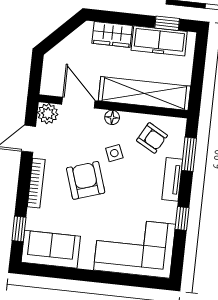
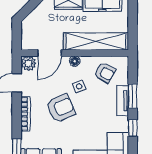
door: (78, 103) -> (50, 53), swing flipped
window: (189, 154) -> (133, 96), moved
armchair: (86, 180) -> (61, 108), turned 85

